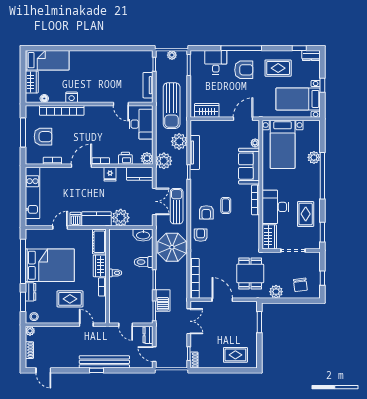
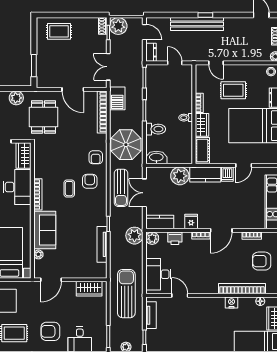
plant: (179, 141) -> (118, 26), moved
barbecue: (163, 300) -> (117, 98), moved, turned 180

